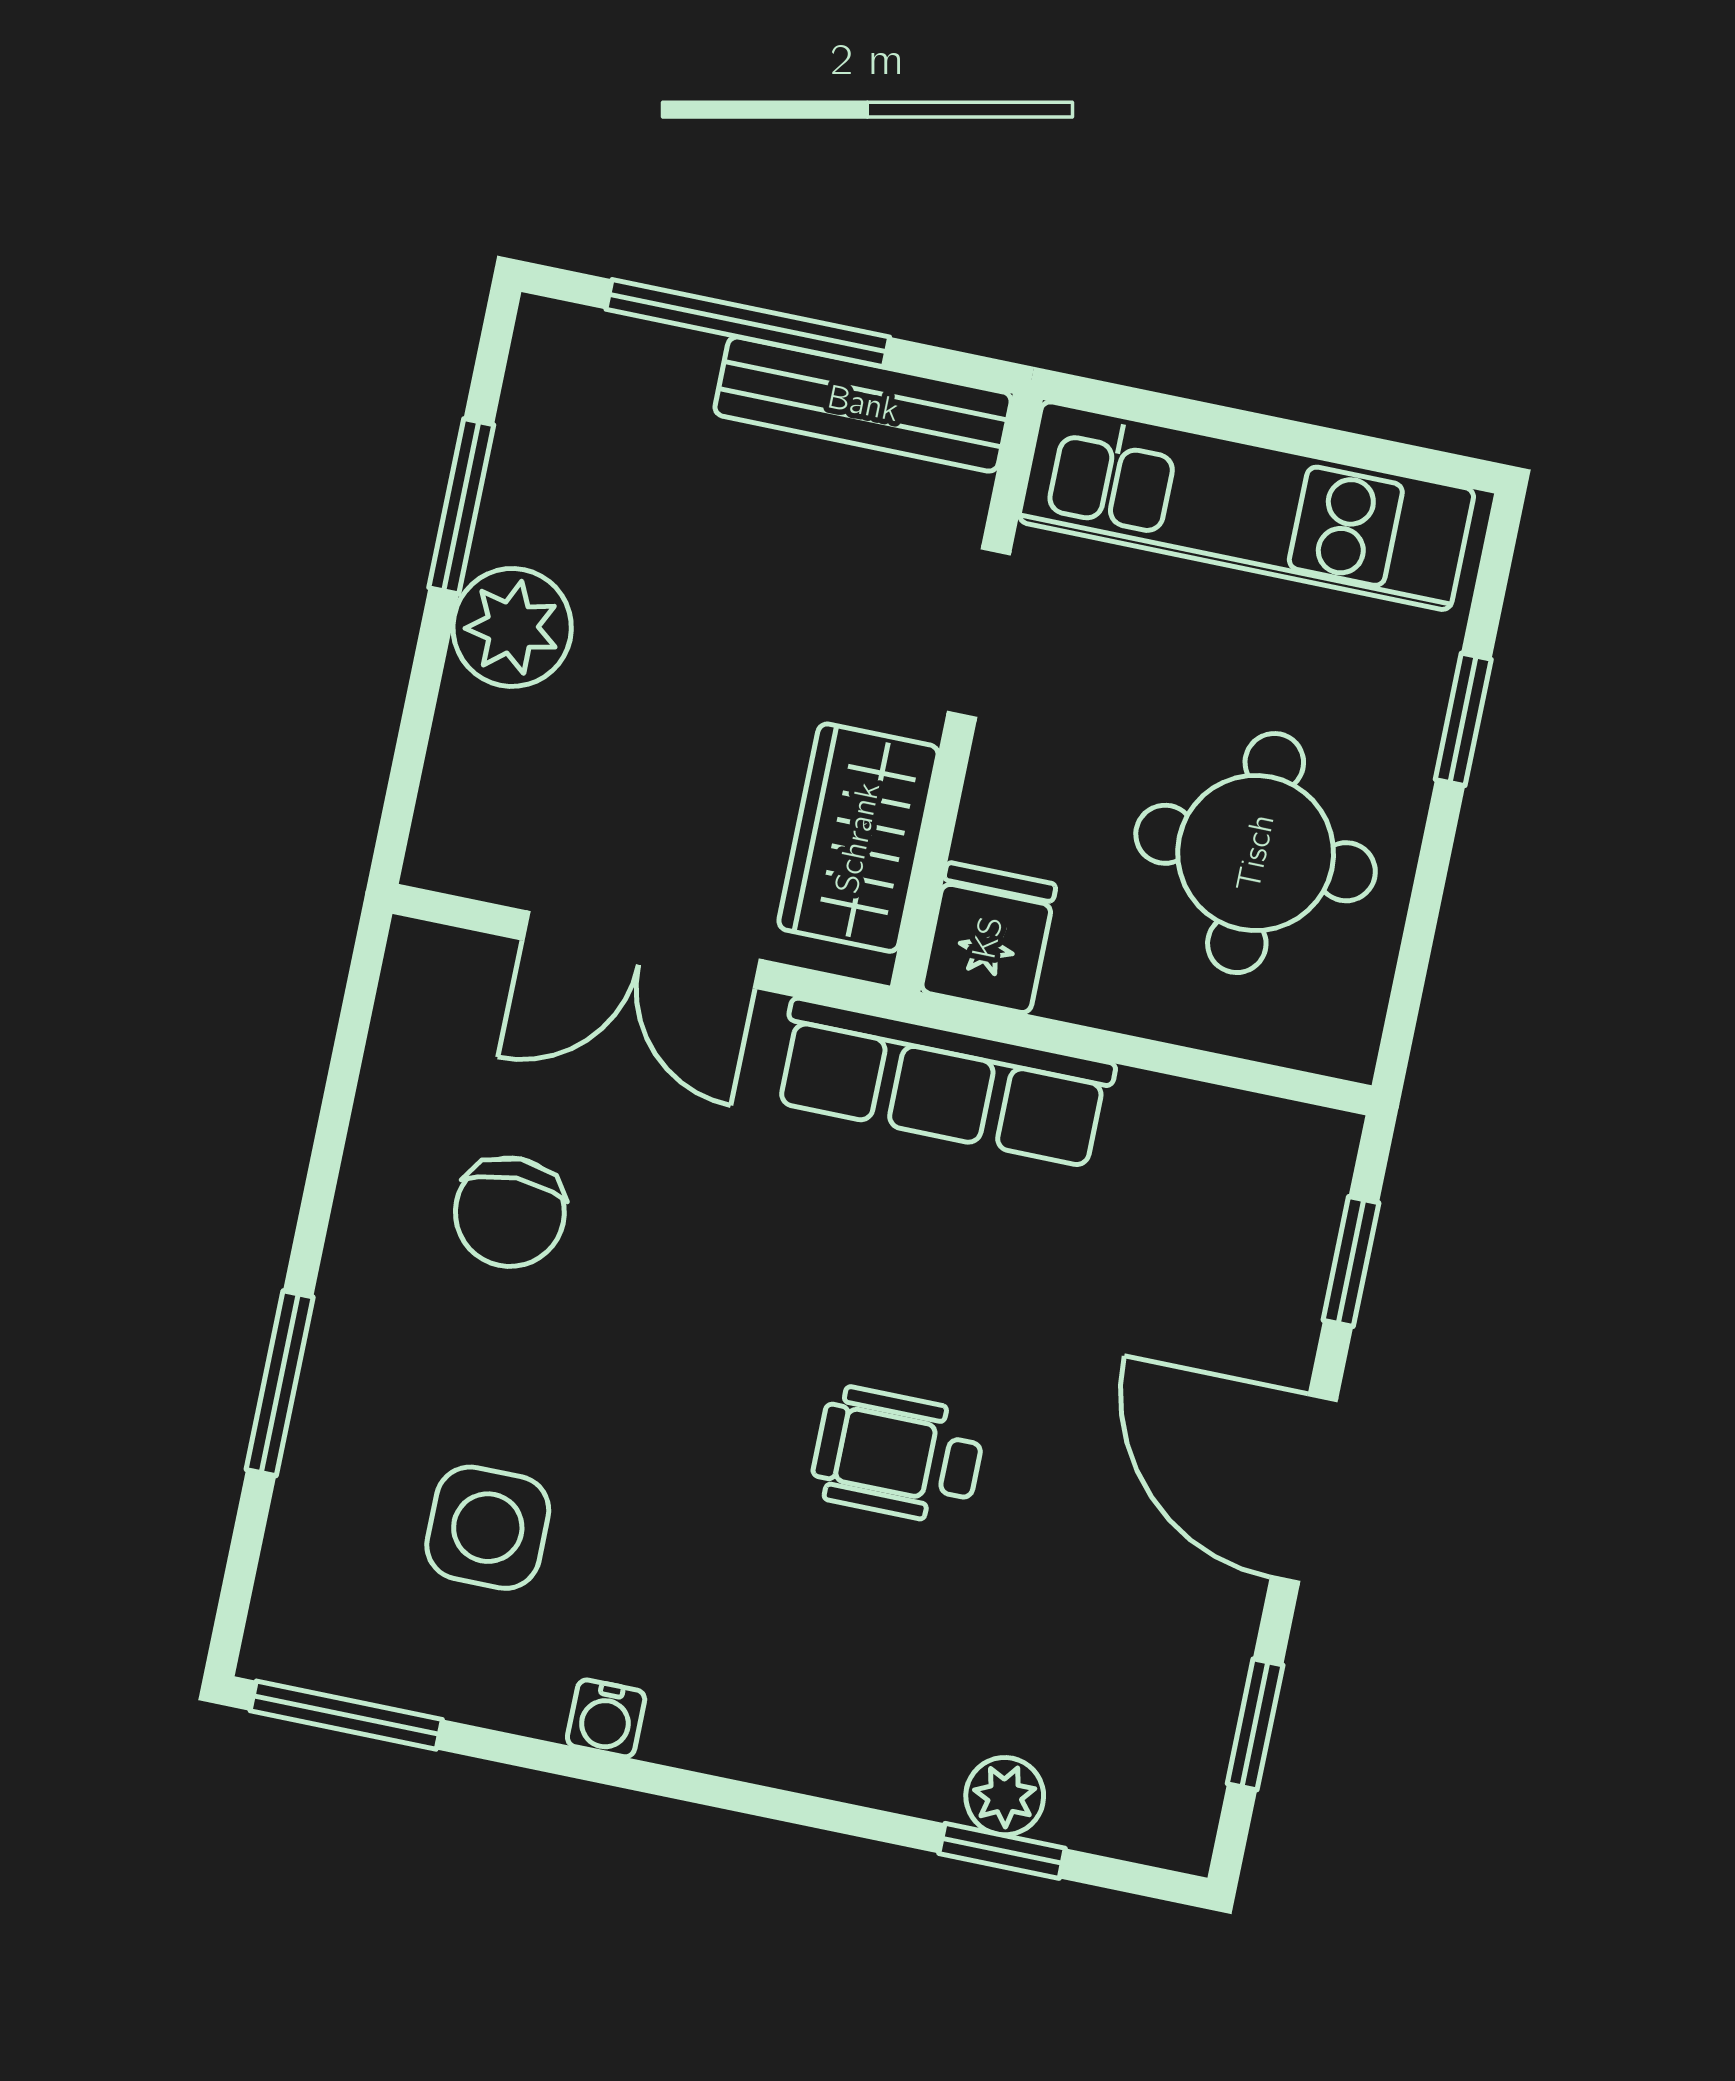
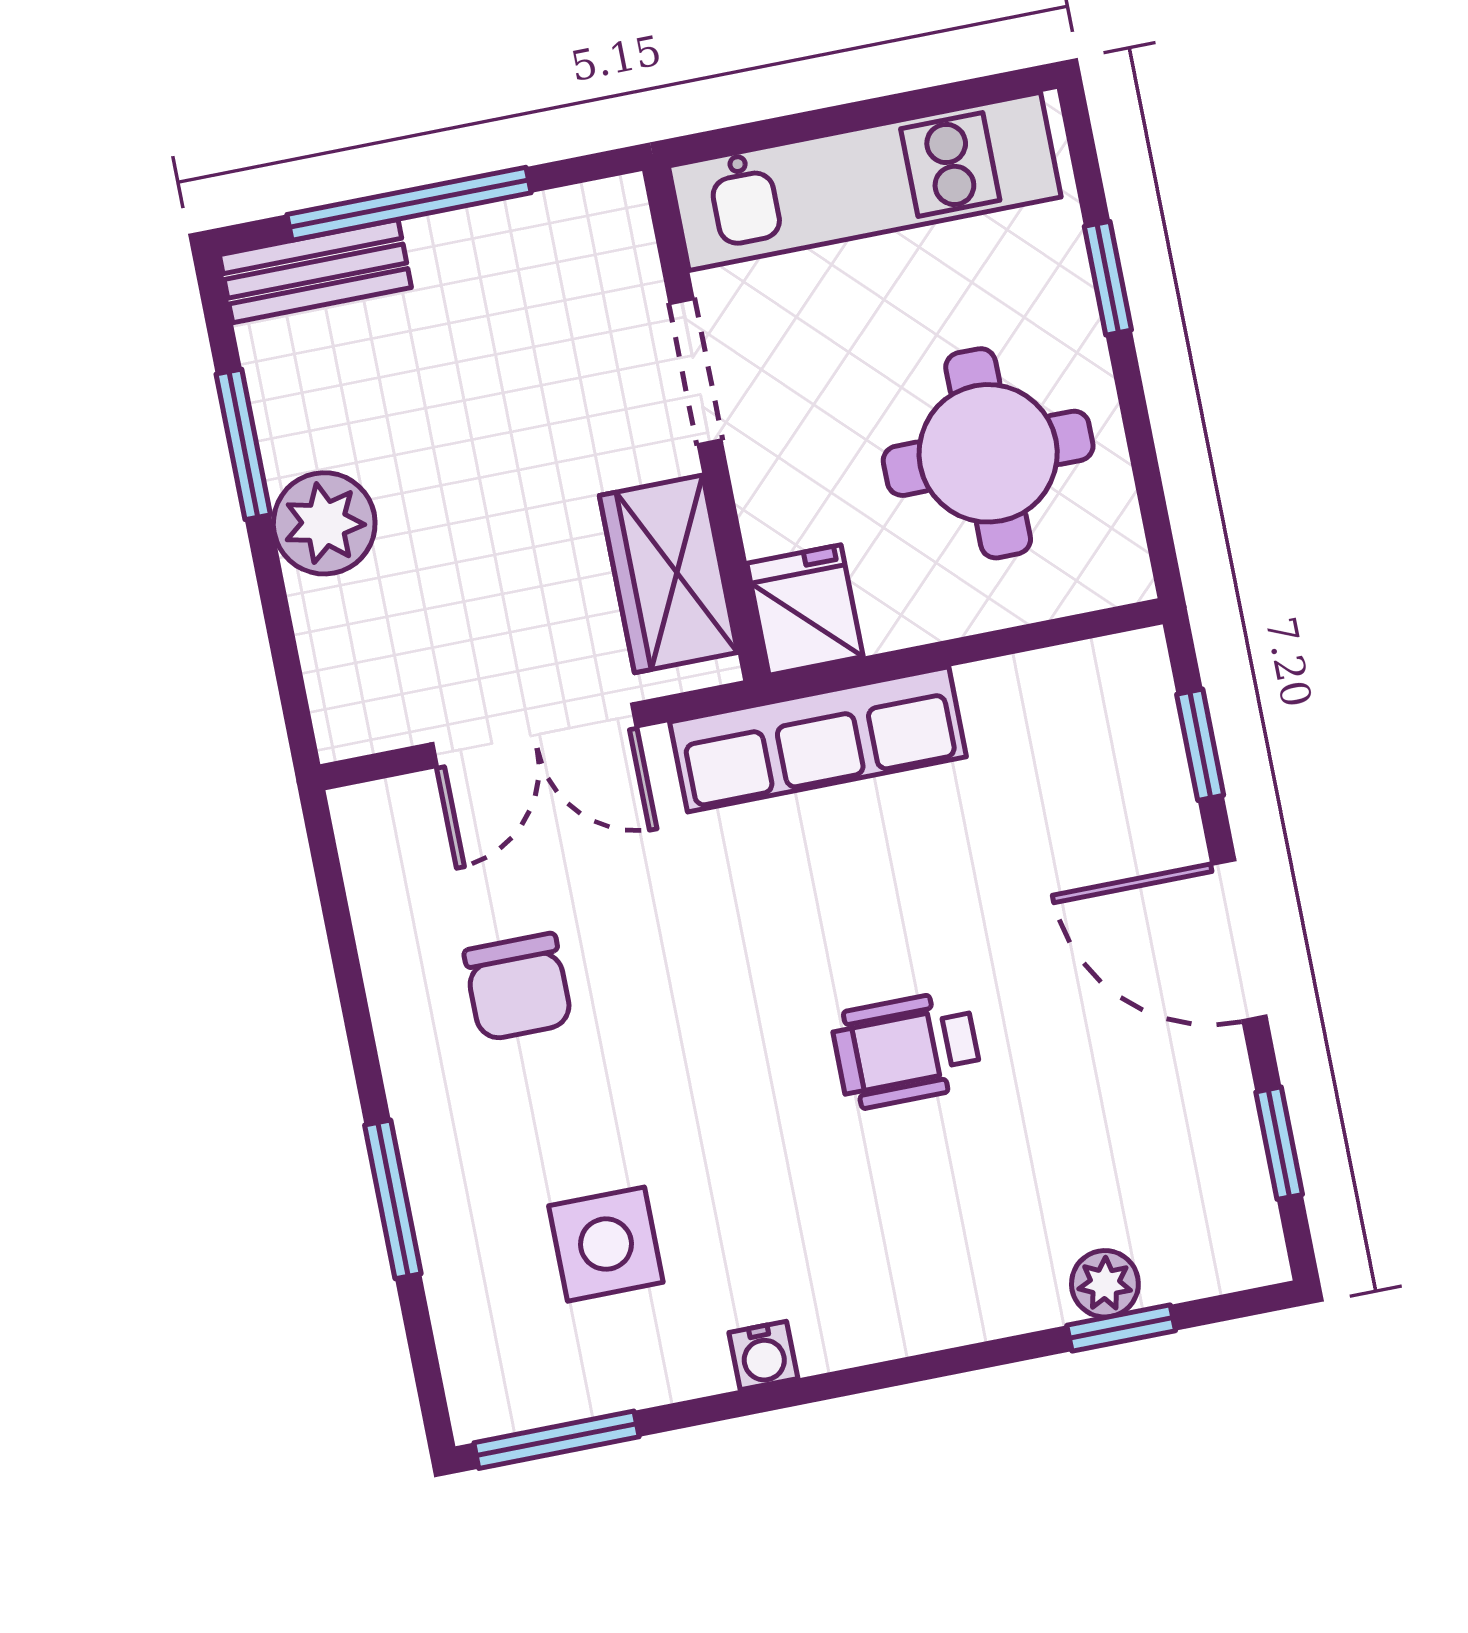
bench: (863, 404) -> (315, 271), moved, width x0.73

